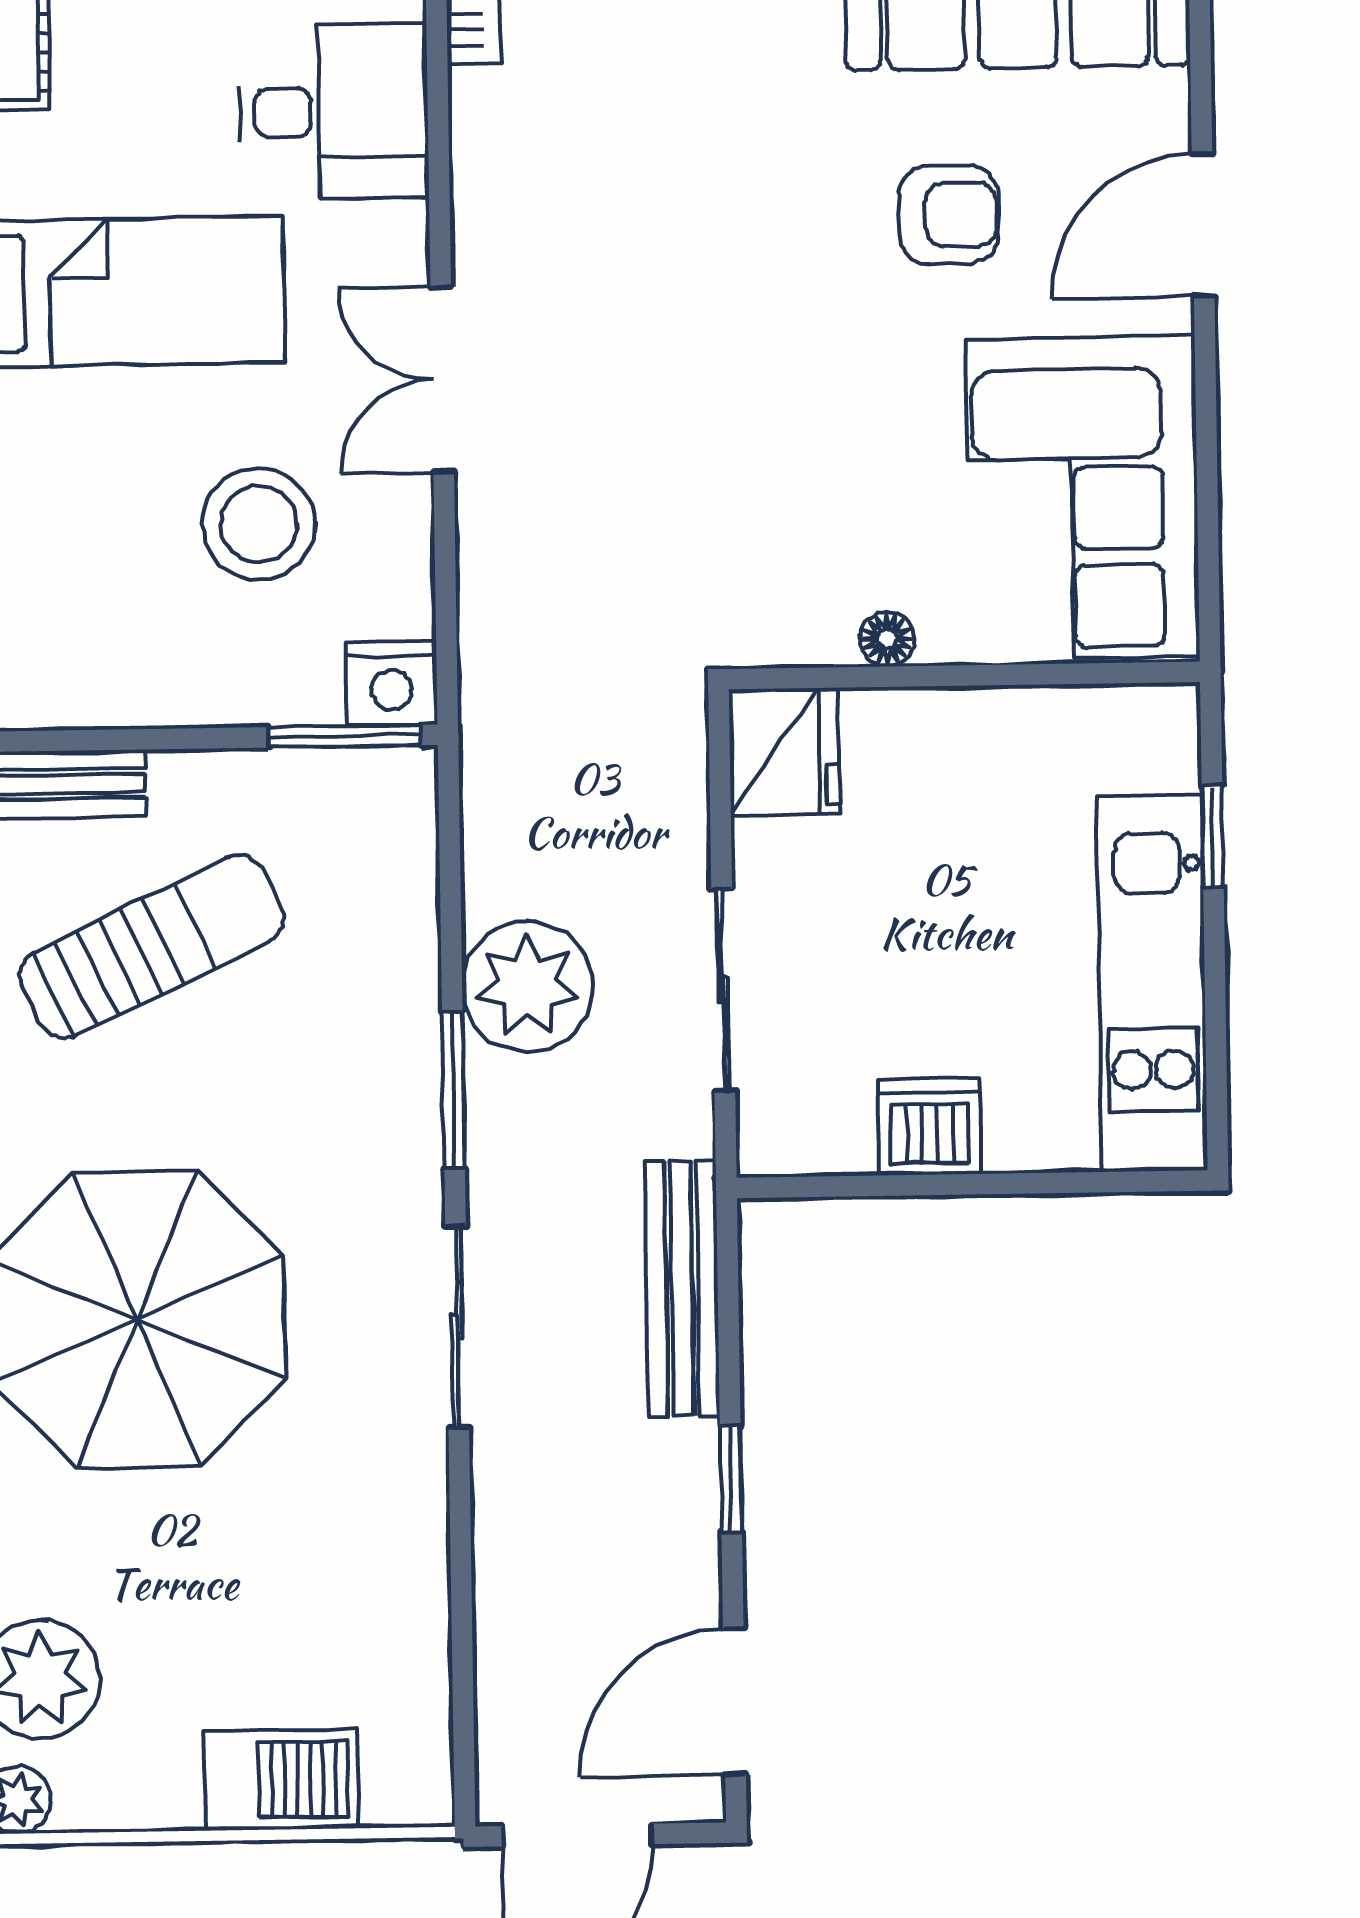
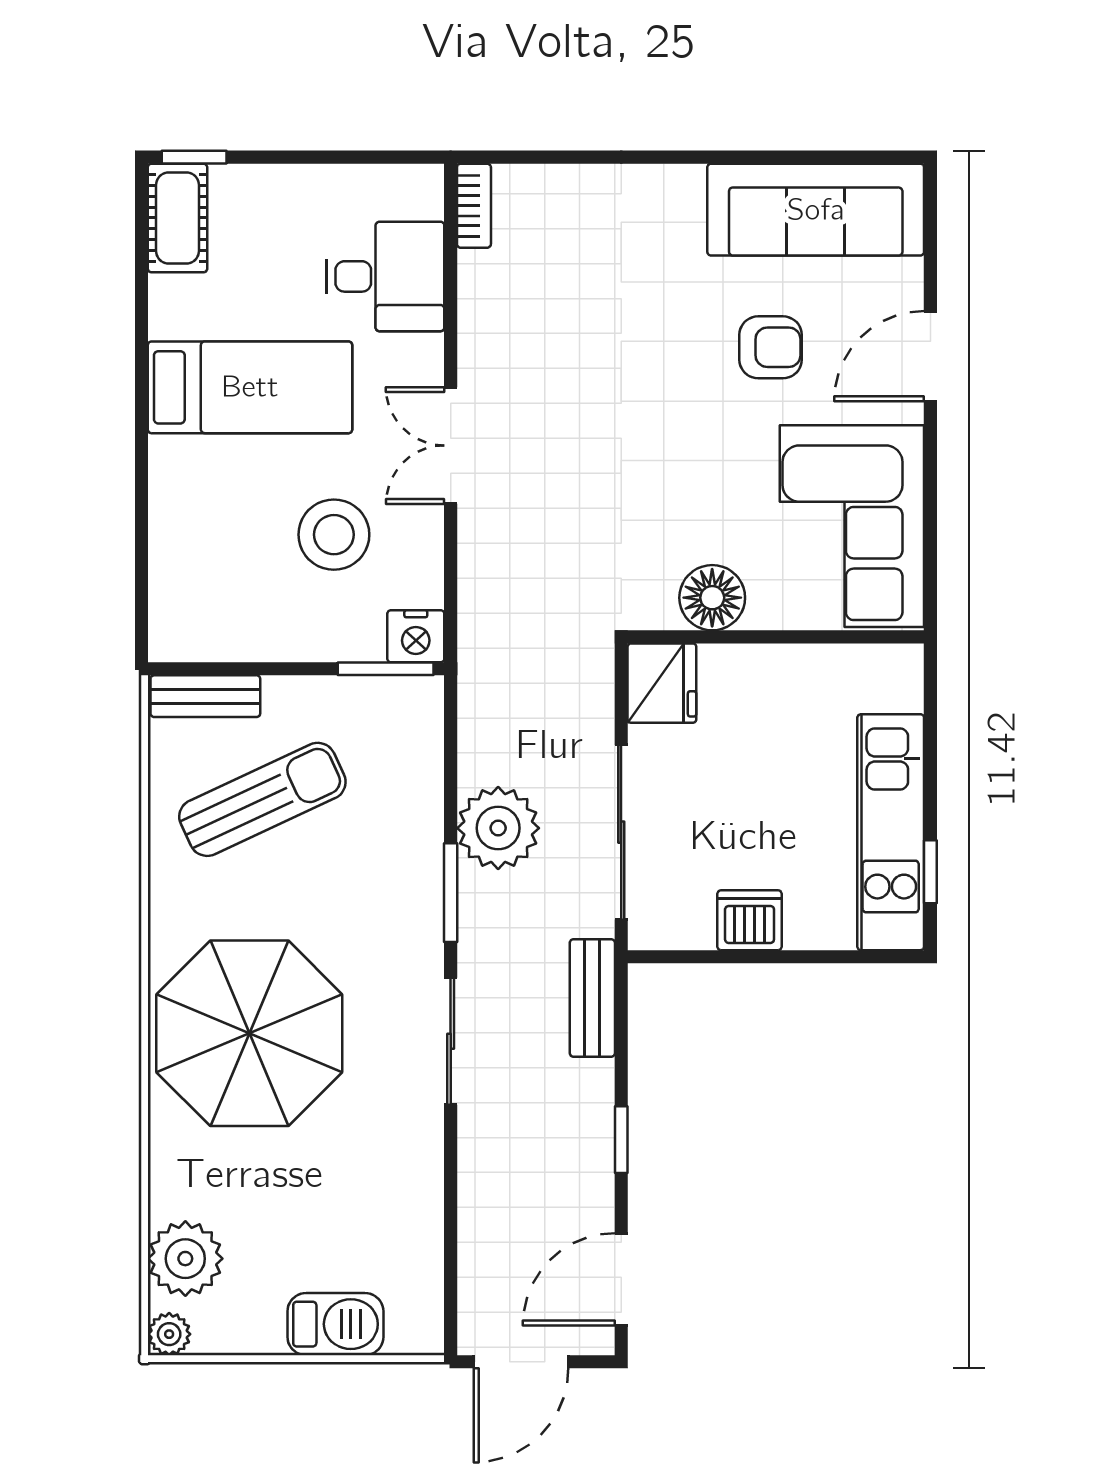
floor lamp: (887, 639) -> (712, 598), width x1.89, depth x1.89
window: (1213, 836) -> (930, 872), moved
sliding door: (723, 990) -> (621, 832), width x1.37
bench: (682, 1289) -> (592, 998), width x0.73

